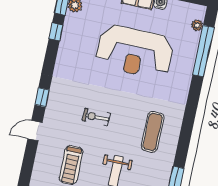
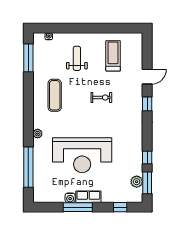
plant: (197, 25) -> (38, 134), moved
reception desk: (135, 52) -> (82, 155), turned 180

